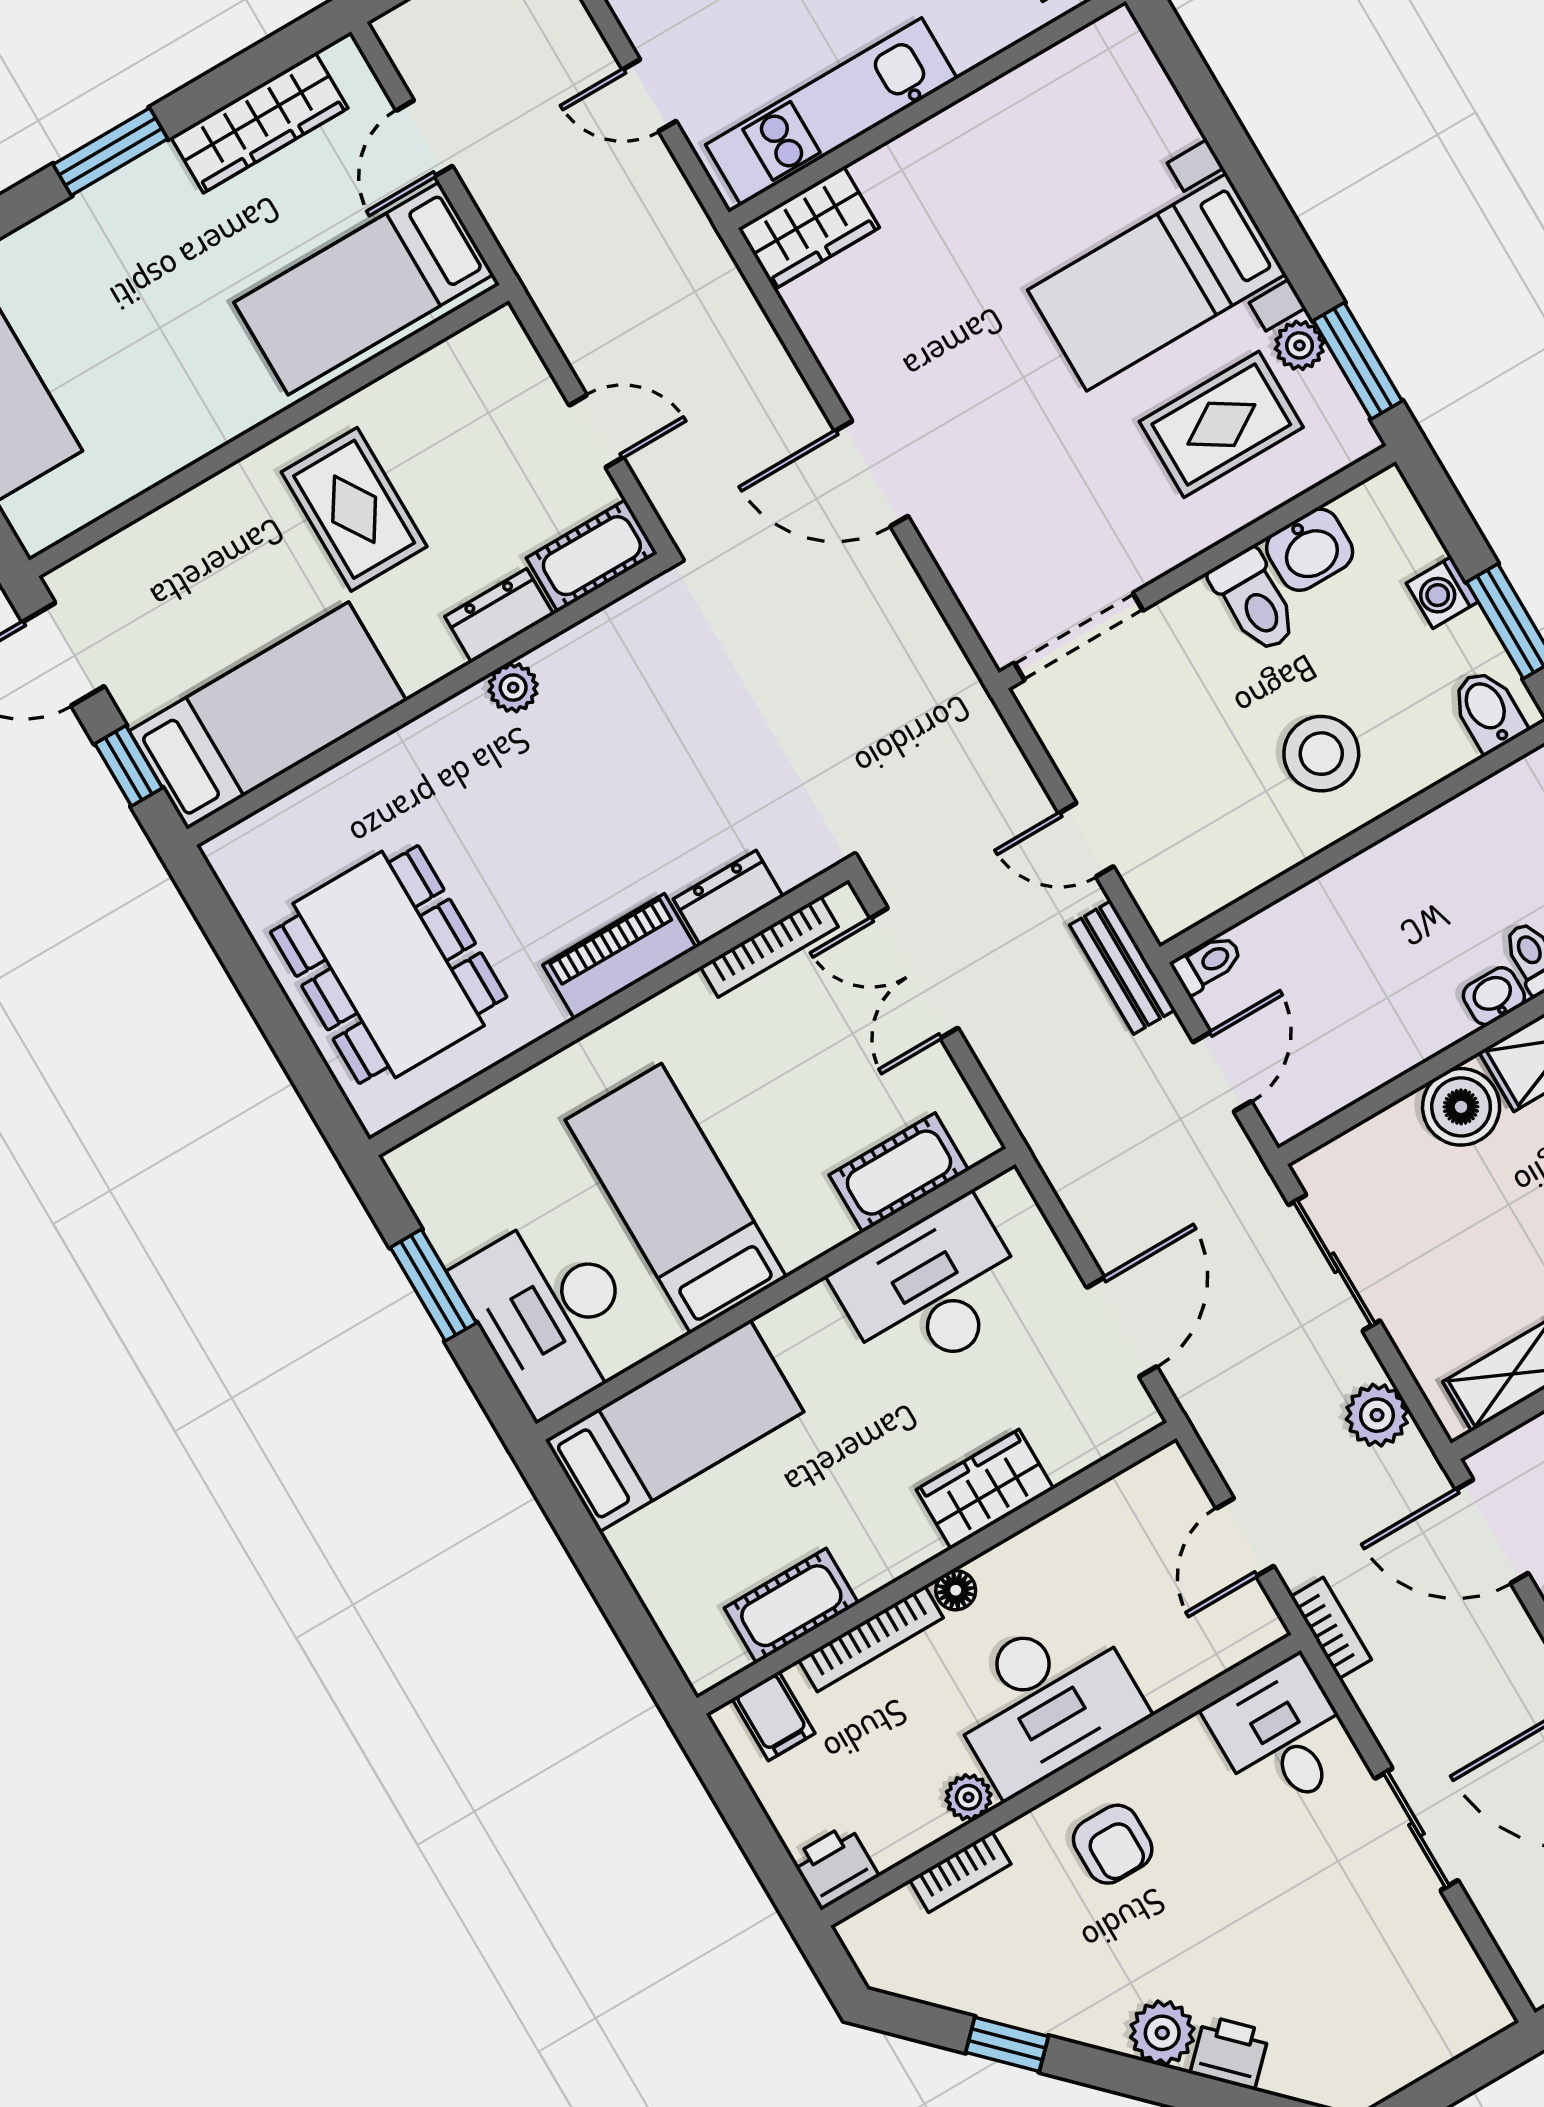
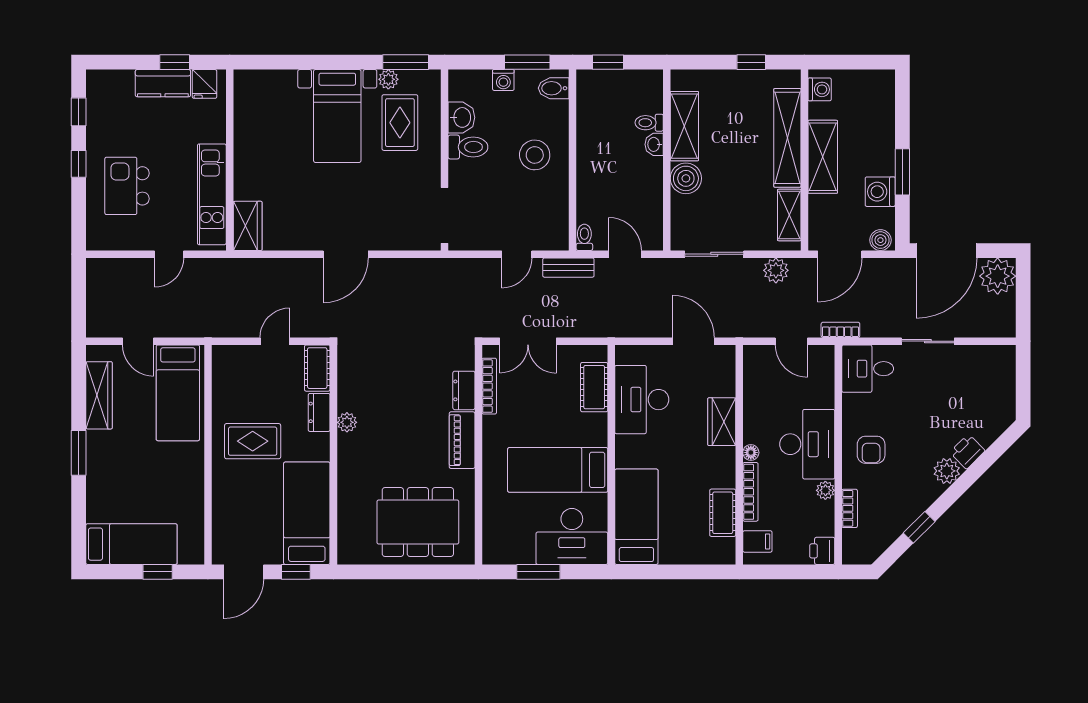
armchair: (1113, 1844) -> (871, 450), turned 90

